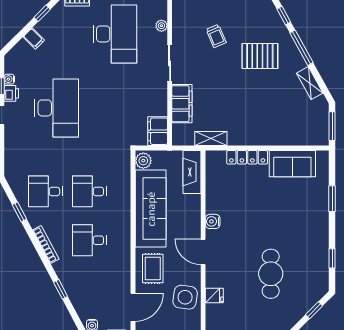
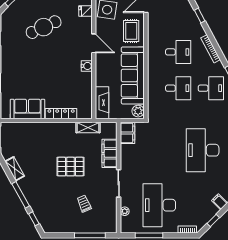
pallet: (260, 56) -> (71, 167), moved
cafe table: (271, 274) -> (44, 27), turned 65

